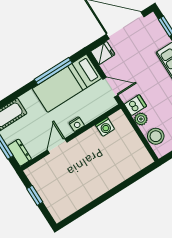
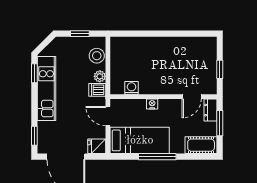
window: (53, 71) -> (157, 157), moved
door: (57, 146) -> (192, 97), moved

